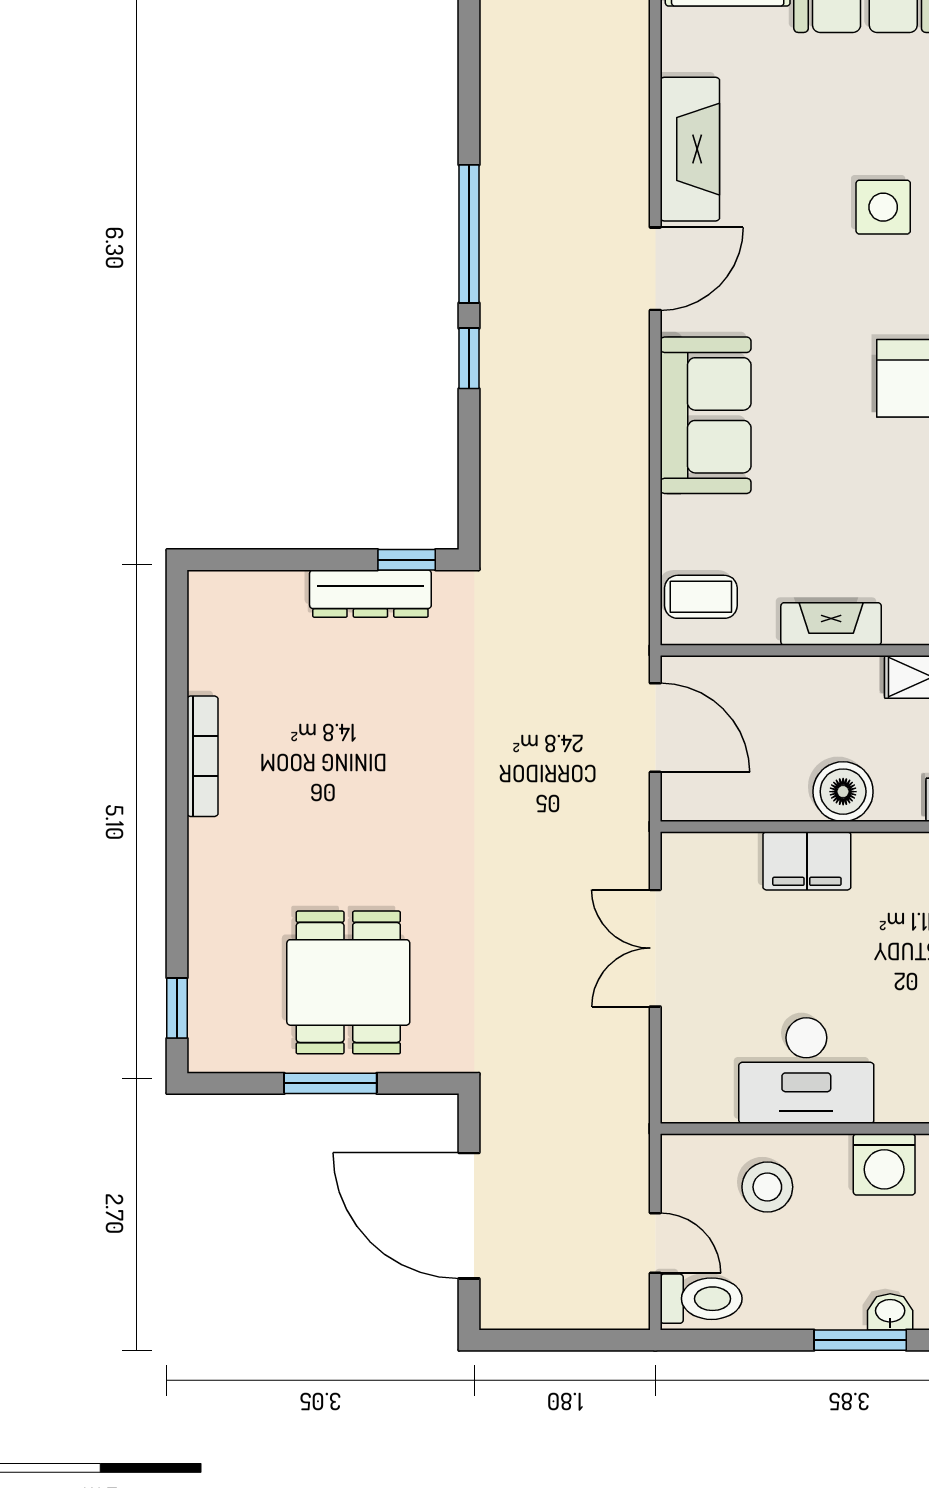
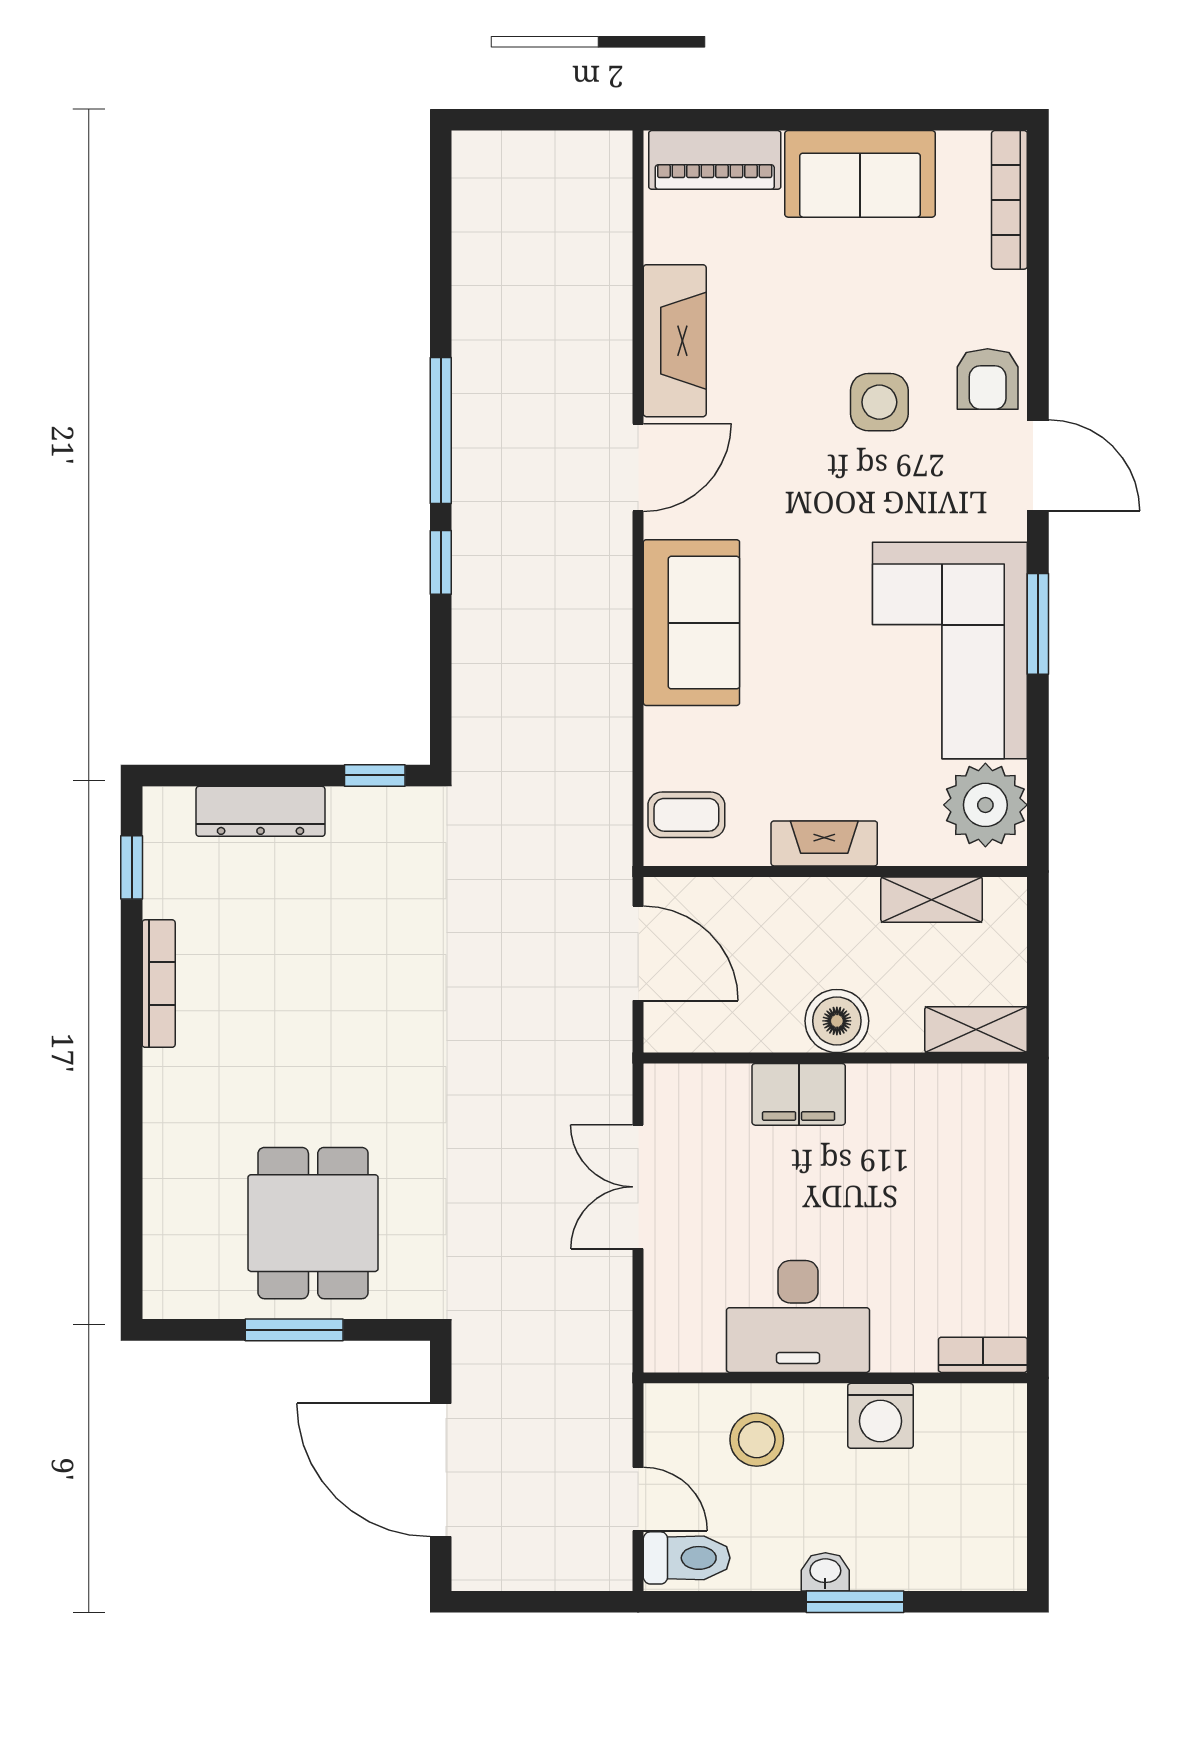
dresser: (370, 594) -> (260, 811), moved
window: (177, 1008) -> (132, 867), moved
washbasin: (890, 1312) -> (825, 1572), moved

